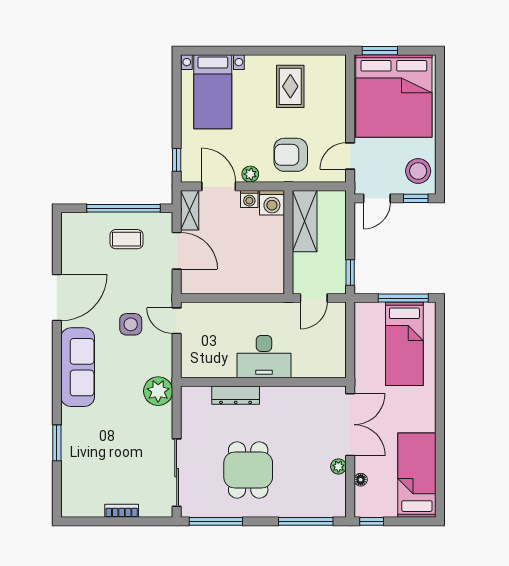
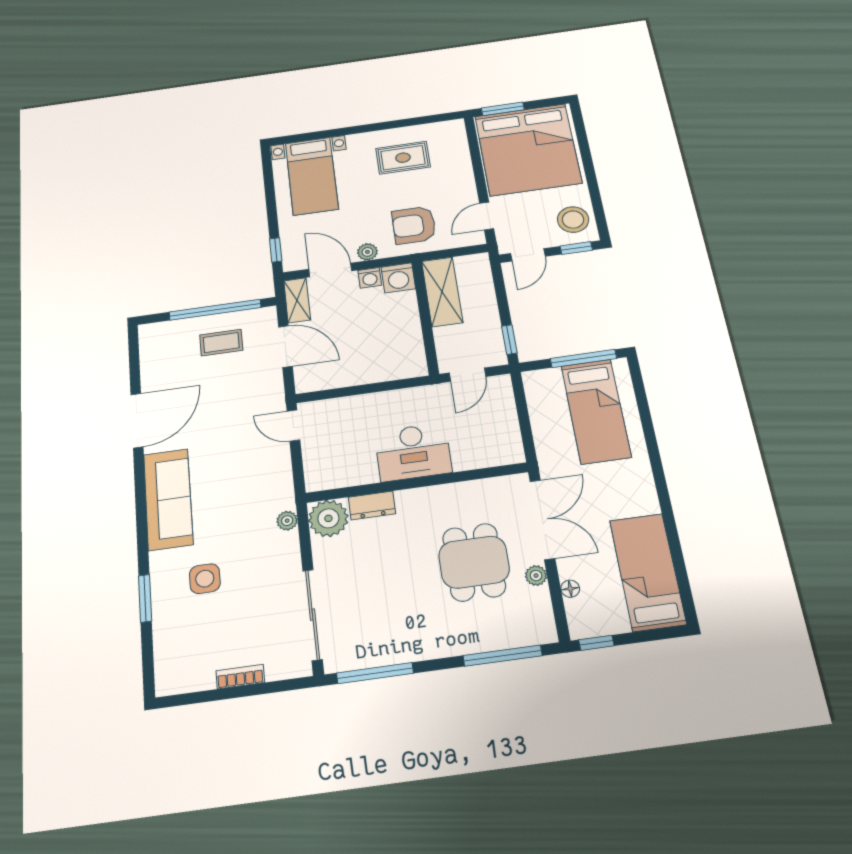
rug: (290, 86) -> (403, 158), turned 90
side table: (131, 324) -> (205, 579), moved
plant: (158, 391) -> (287, 521), width x0.53, depth x0.53
dresser: (236, 395) -> (372, 505), width x0.70
plant: (195, 401) -> (328, 518), added
dining table: (248, 470) -> (474, 562), moved

